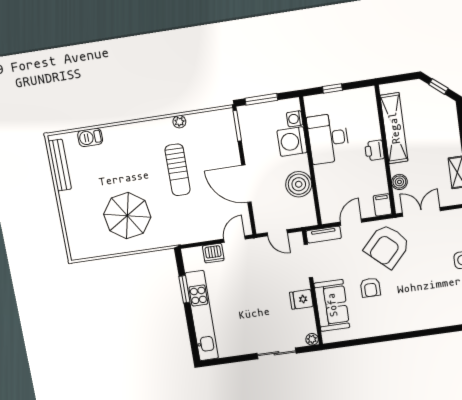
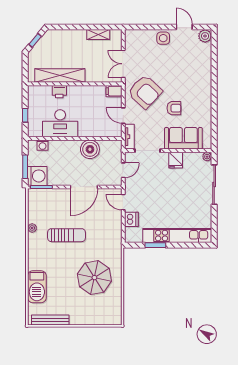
barbecue: (90, 137) -> (37, 287), width x1.88, depth x1.53
washing machine: (292, 142) -> (37, 176), moved, turned -90
printer: (374, 150) -> (59, 92), moved
boiler: (399, 182) -> (99, 77), removed
sliding door: (276, 353) -> (214, 185), width x1.37

